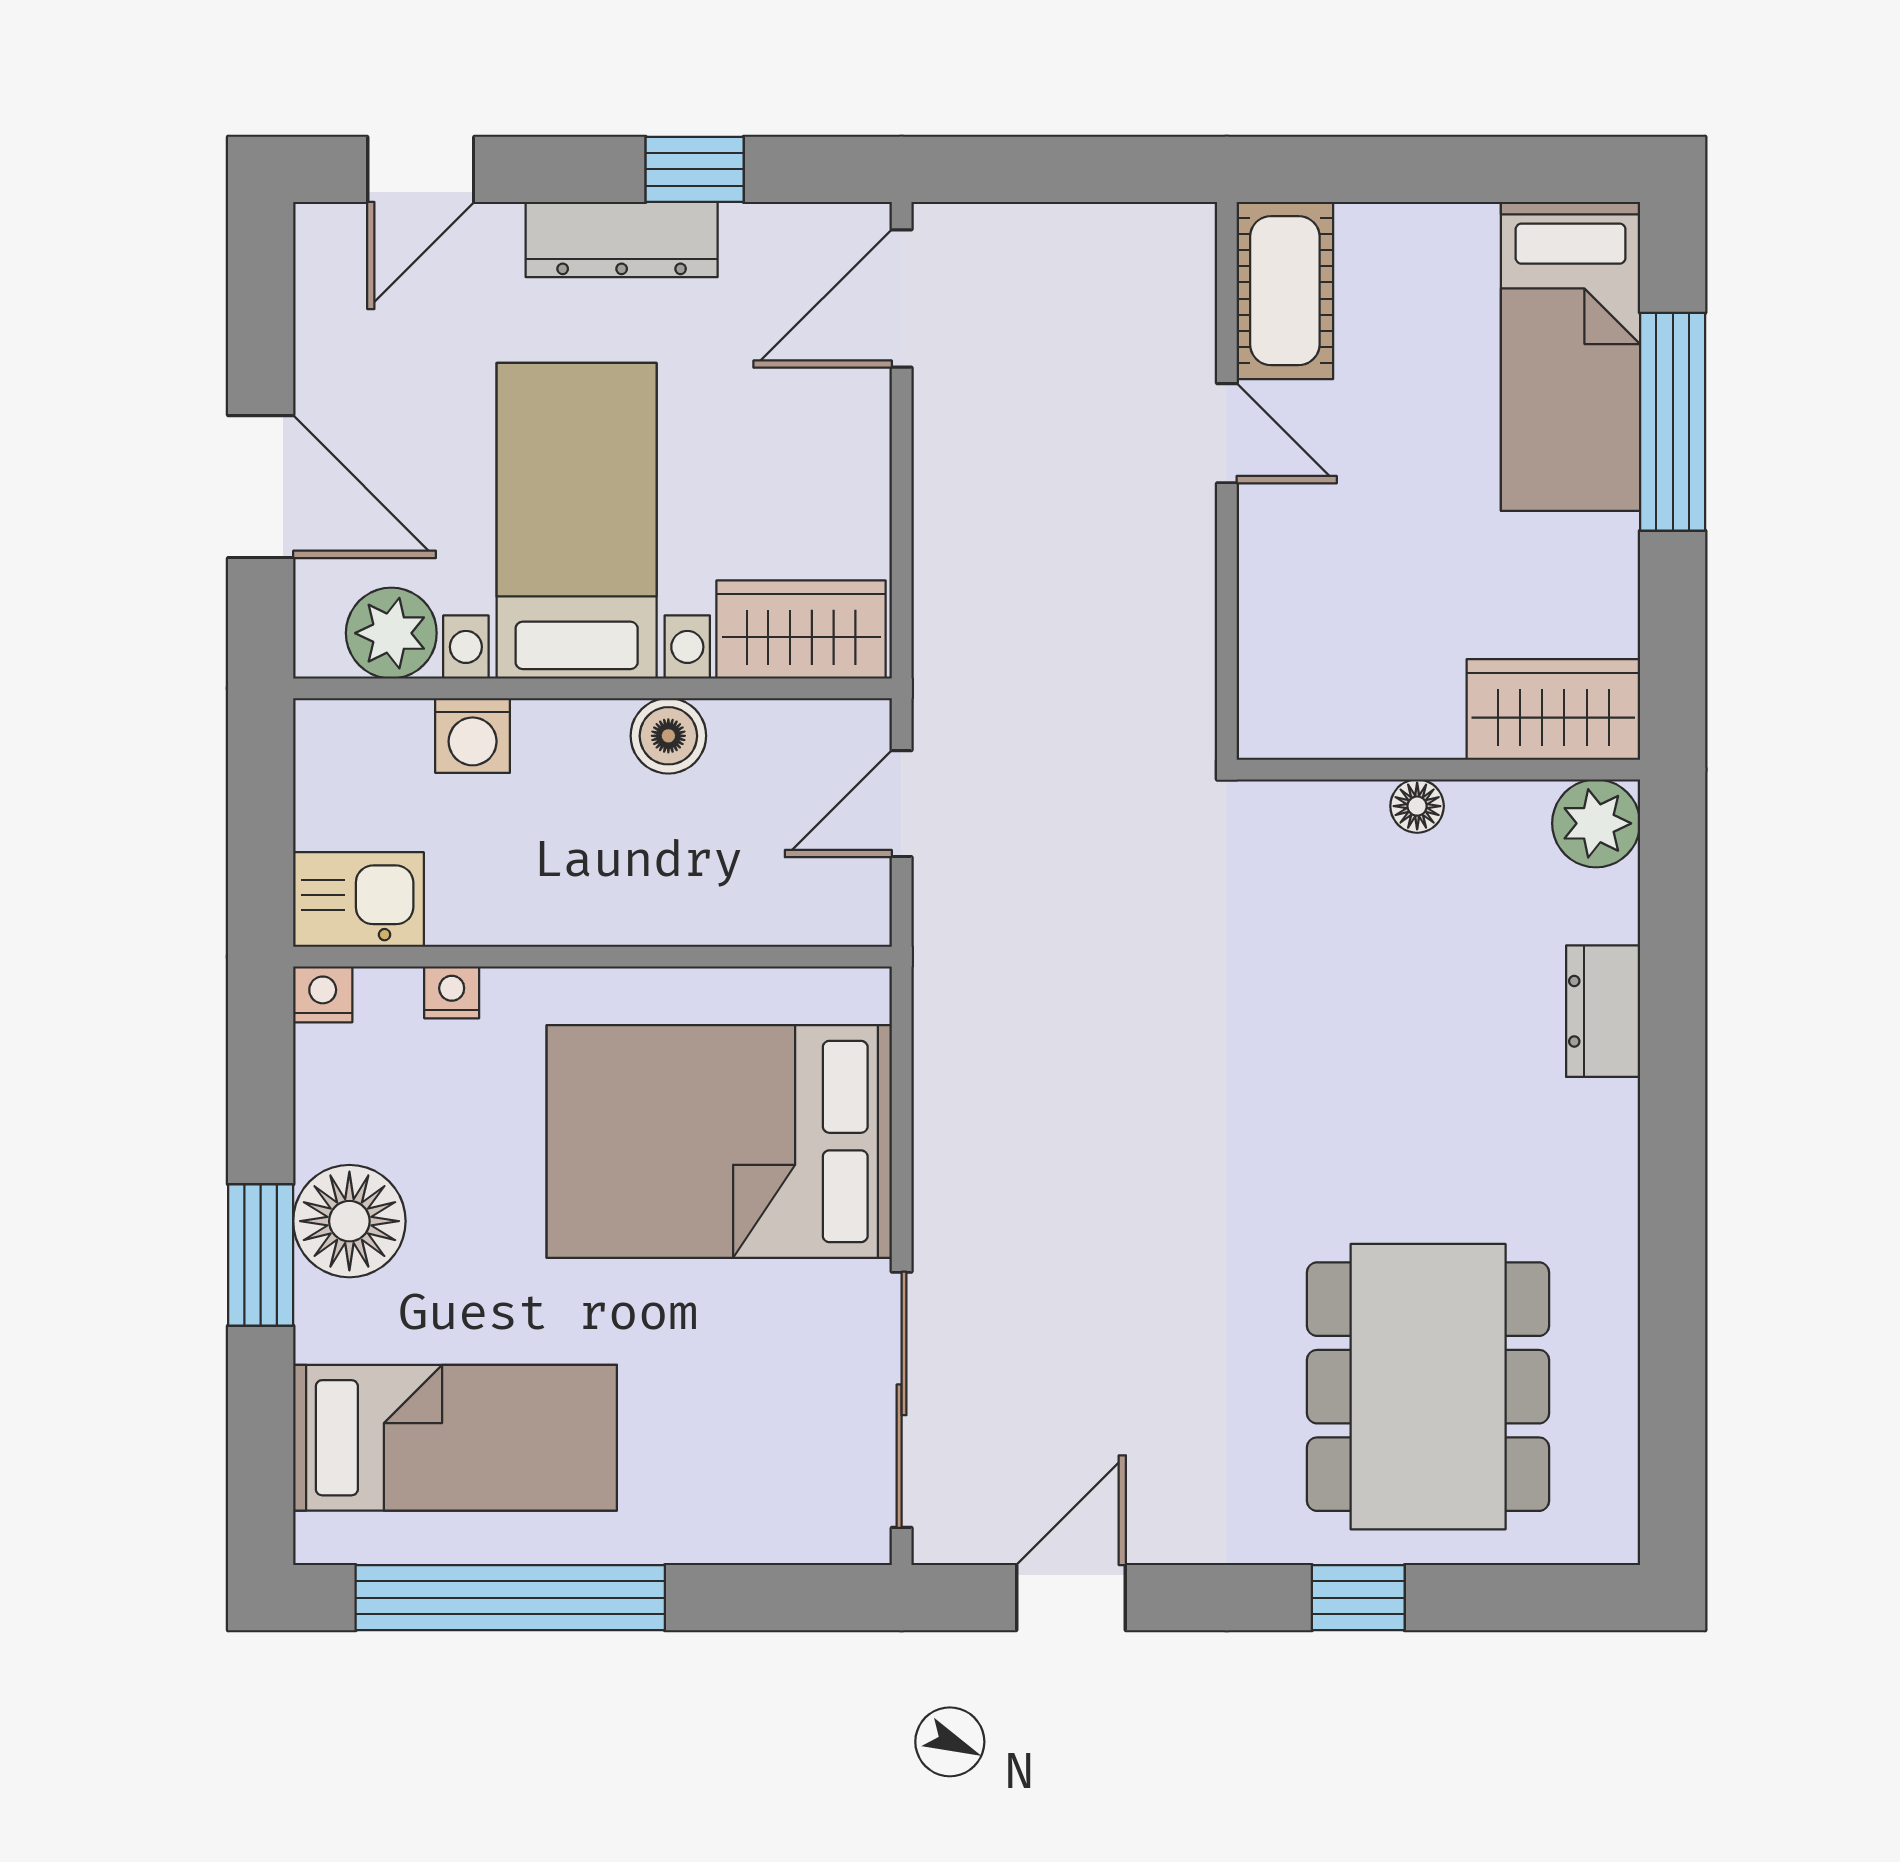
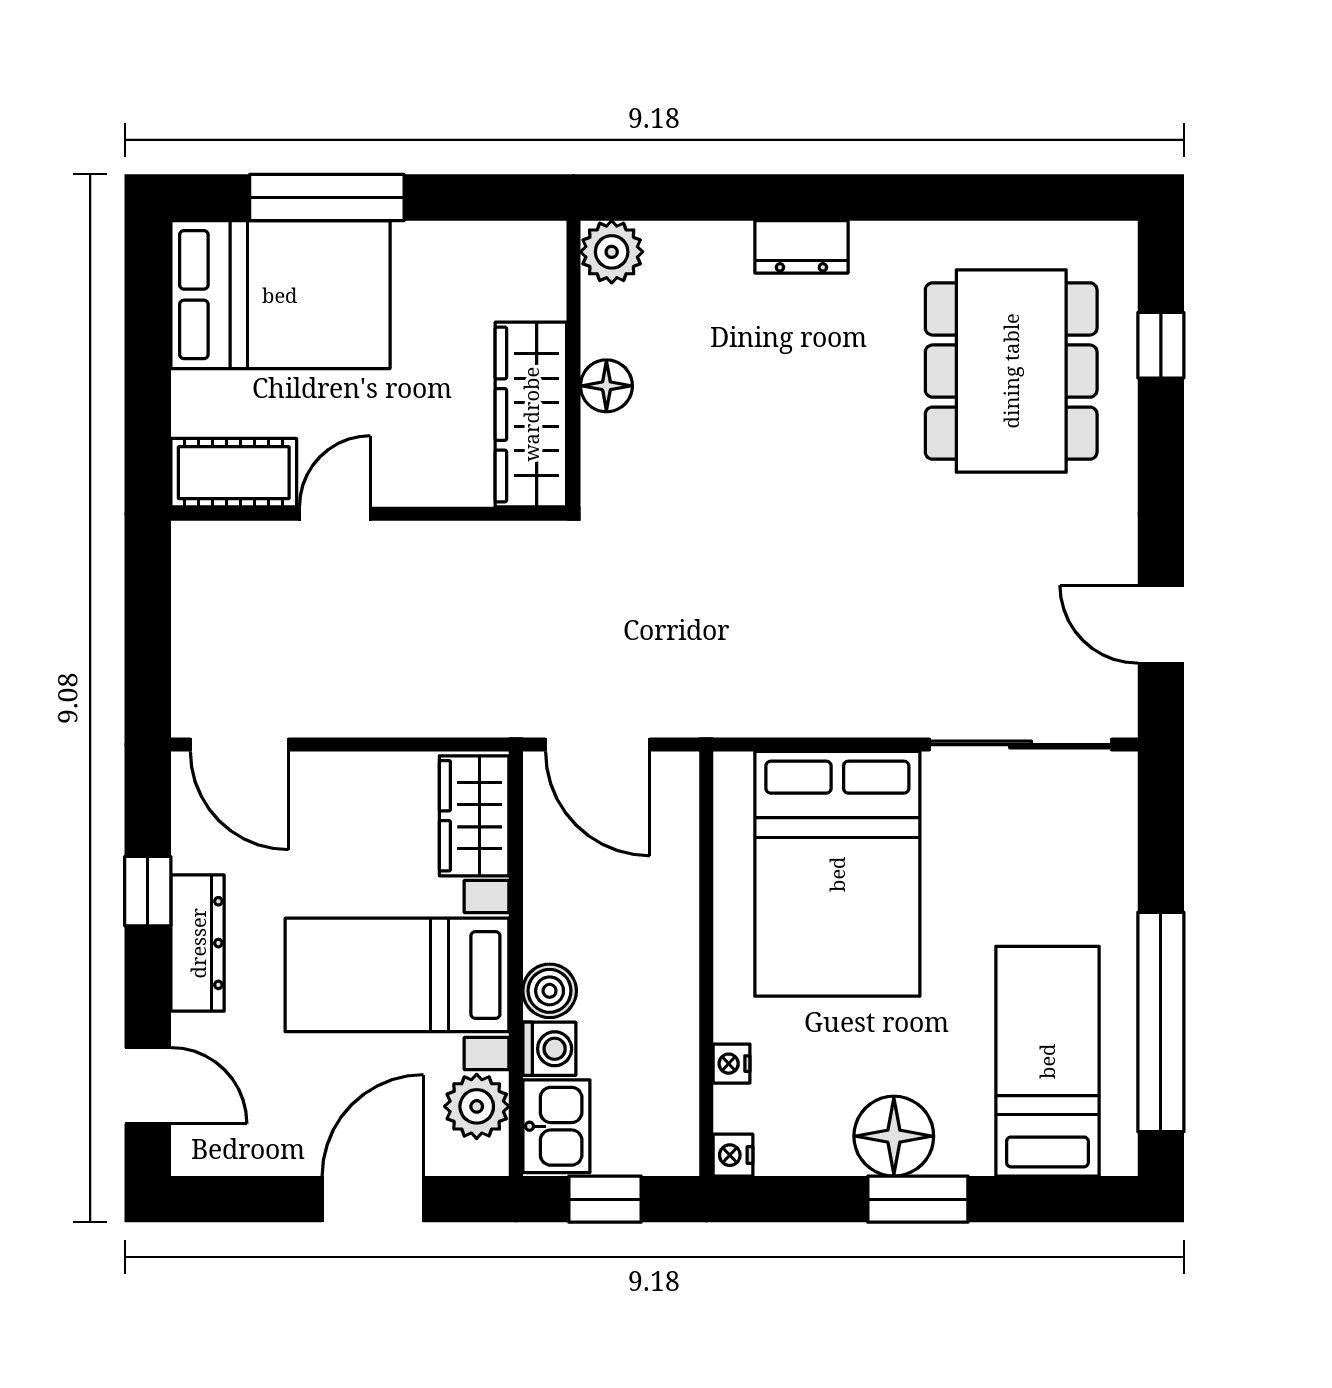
bed: (1571, 356) -> (280, 295), width x1.50
wardrobe: (1553, 710) -> (531, 414), moved, width x1.50
boiler: (668, 736) -> (550, 991), moved
door: (902, 804) -> (598, 745), width x1.38
floor lamp: (1417, 806) -> (606, 386), width x1.37, depth x1.37
window: (261, 814) -> (605, 1199), added
kitchen sink: (358, 900) -> (556, 1126), moved, turned 180
dresser: (1603, 1011) -> (801, 247), moved
dining table: (1428, 1387) -> (1011, 371), turned 90
window: (1358, 1598) -> (1161, 345), moved

